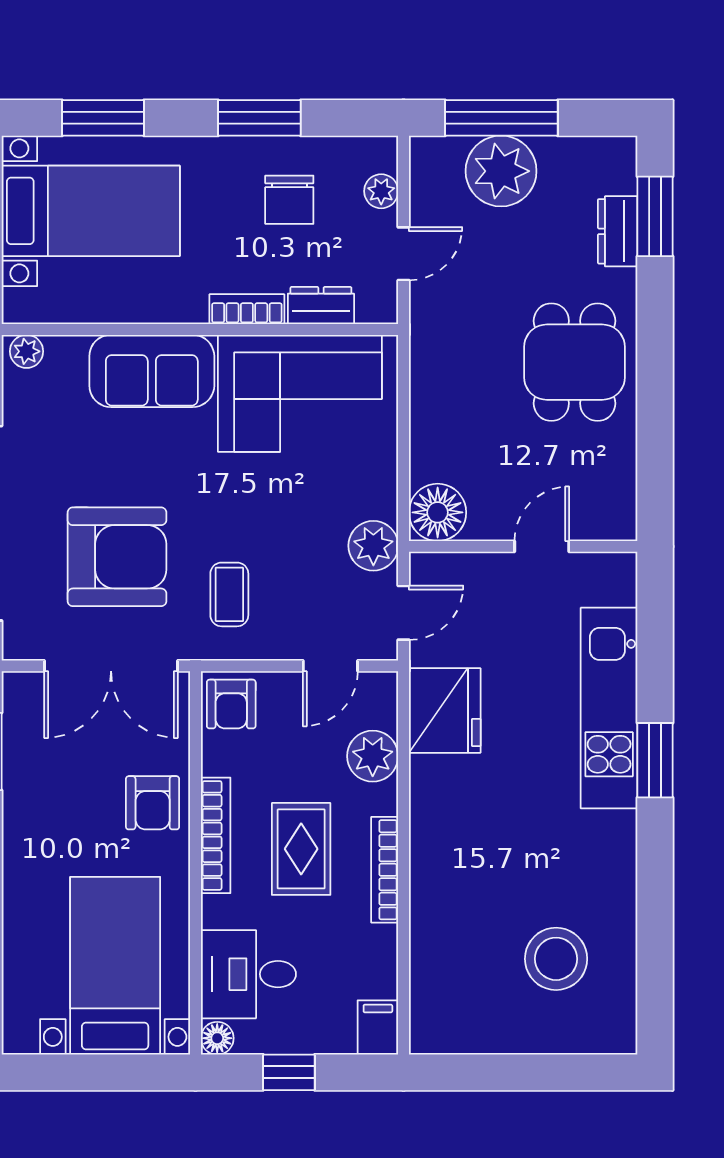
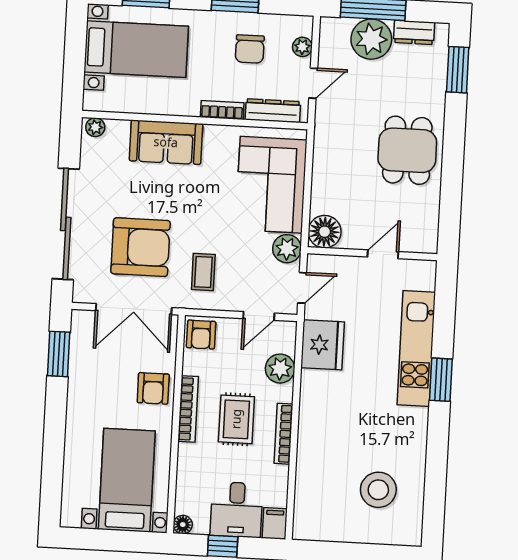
dresser: (618, 231) -> (414, 32), moved, turned -90
dresser: (321, 306) -> (273, 111), width x1.44
corner sofa: (300, 393) -> (271, 185), moved, turned 90
desk: (248, 974) -> (237, 510), moved, turned -90

